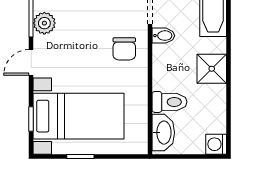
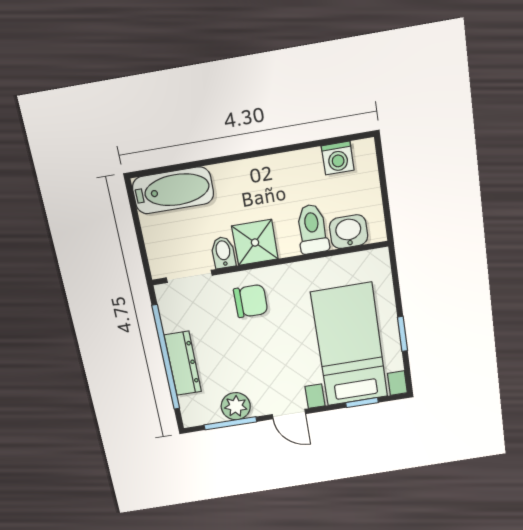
shower: (212, 69) -> (255, 242), moved
washbasin: (163, 133) -> (349, 232), width x0.72
washing machine: (216, 144) -> (338, 158), moved

